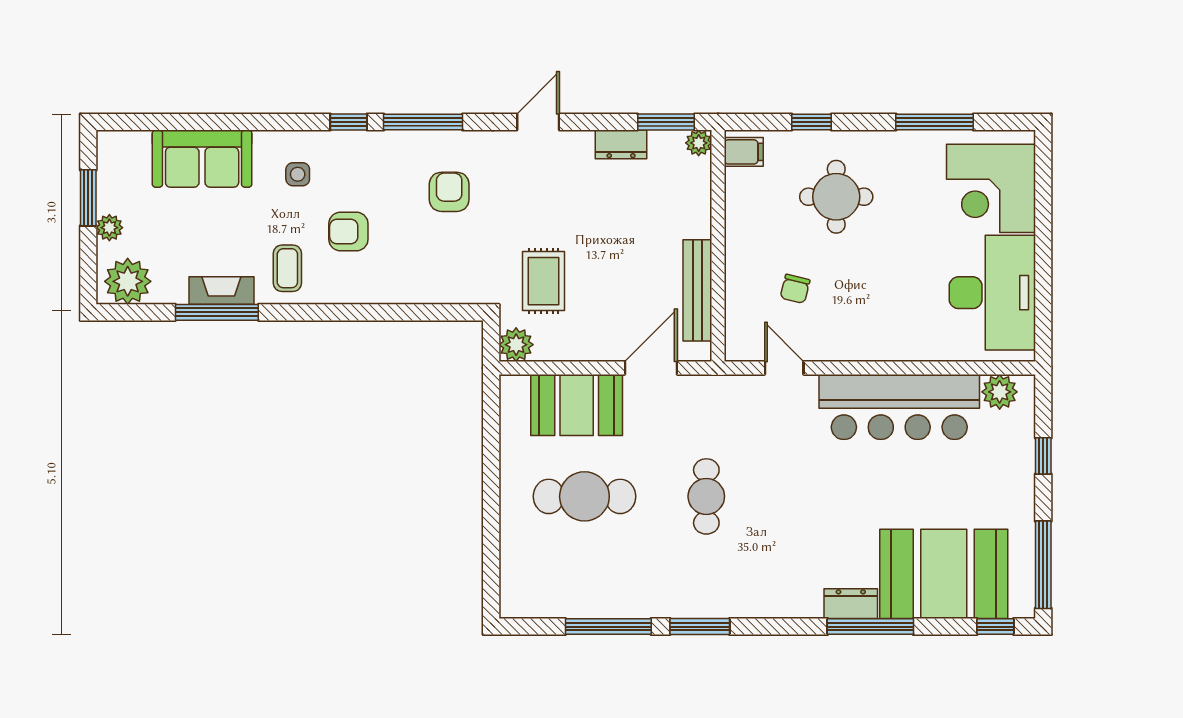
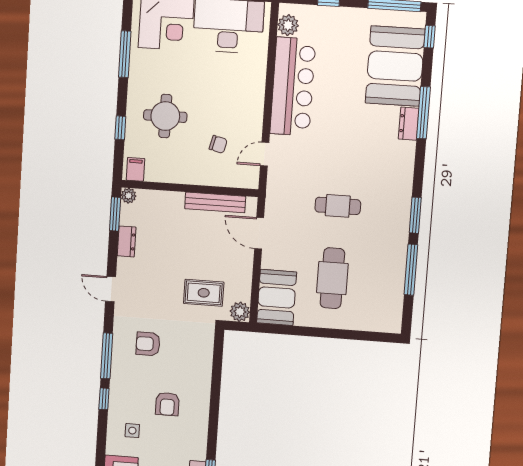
coffee table: (287, 268) -> (186, 441), removed
booth: (577, 405) -> (277, 297), moved

